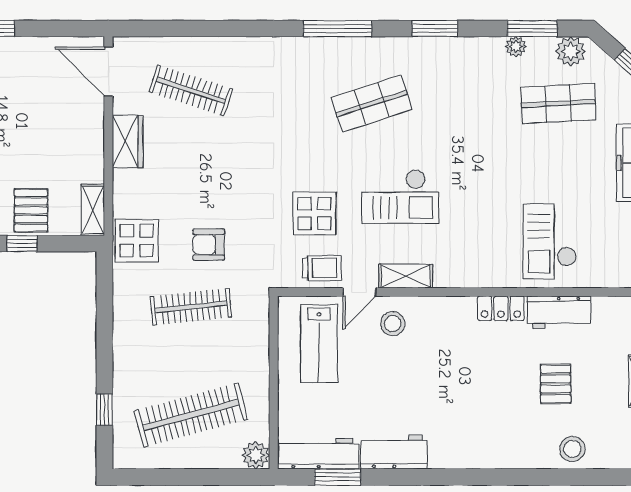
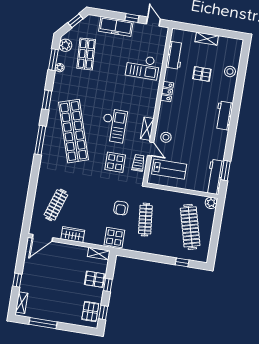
shop shelf: (372, 103) -> (74, 131), width x2.00, depth x1.36
workbench: (559, 312) -> (175, 55), moved
workbench: (394, 452) -> (224, 116), moved

